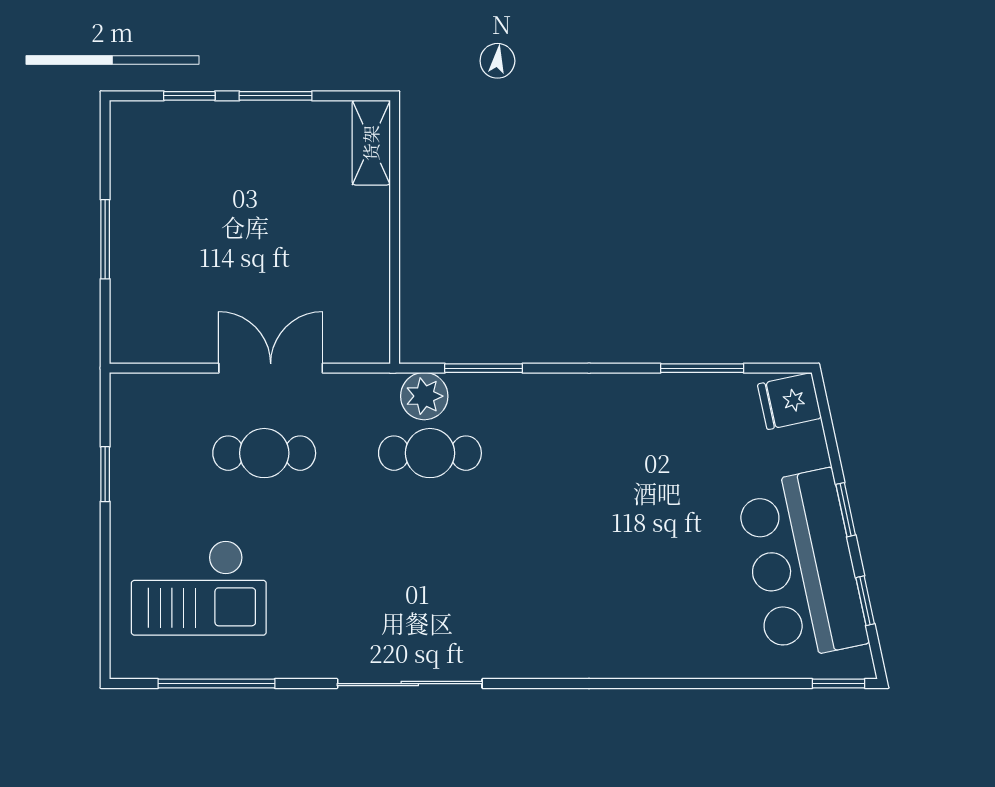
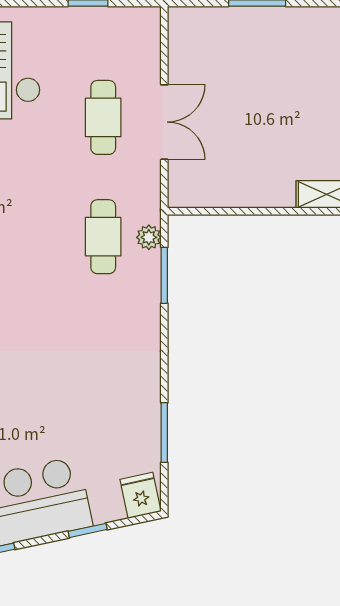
plant: (424, 396) -> (149, 237), width x0.73, depth x0.73
window: (846, 510) -> (88, 530), moved

